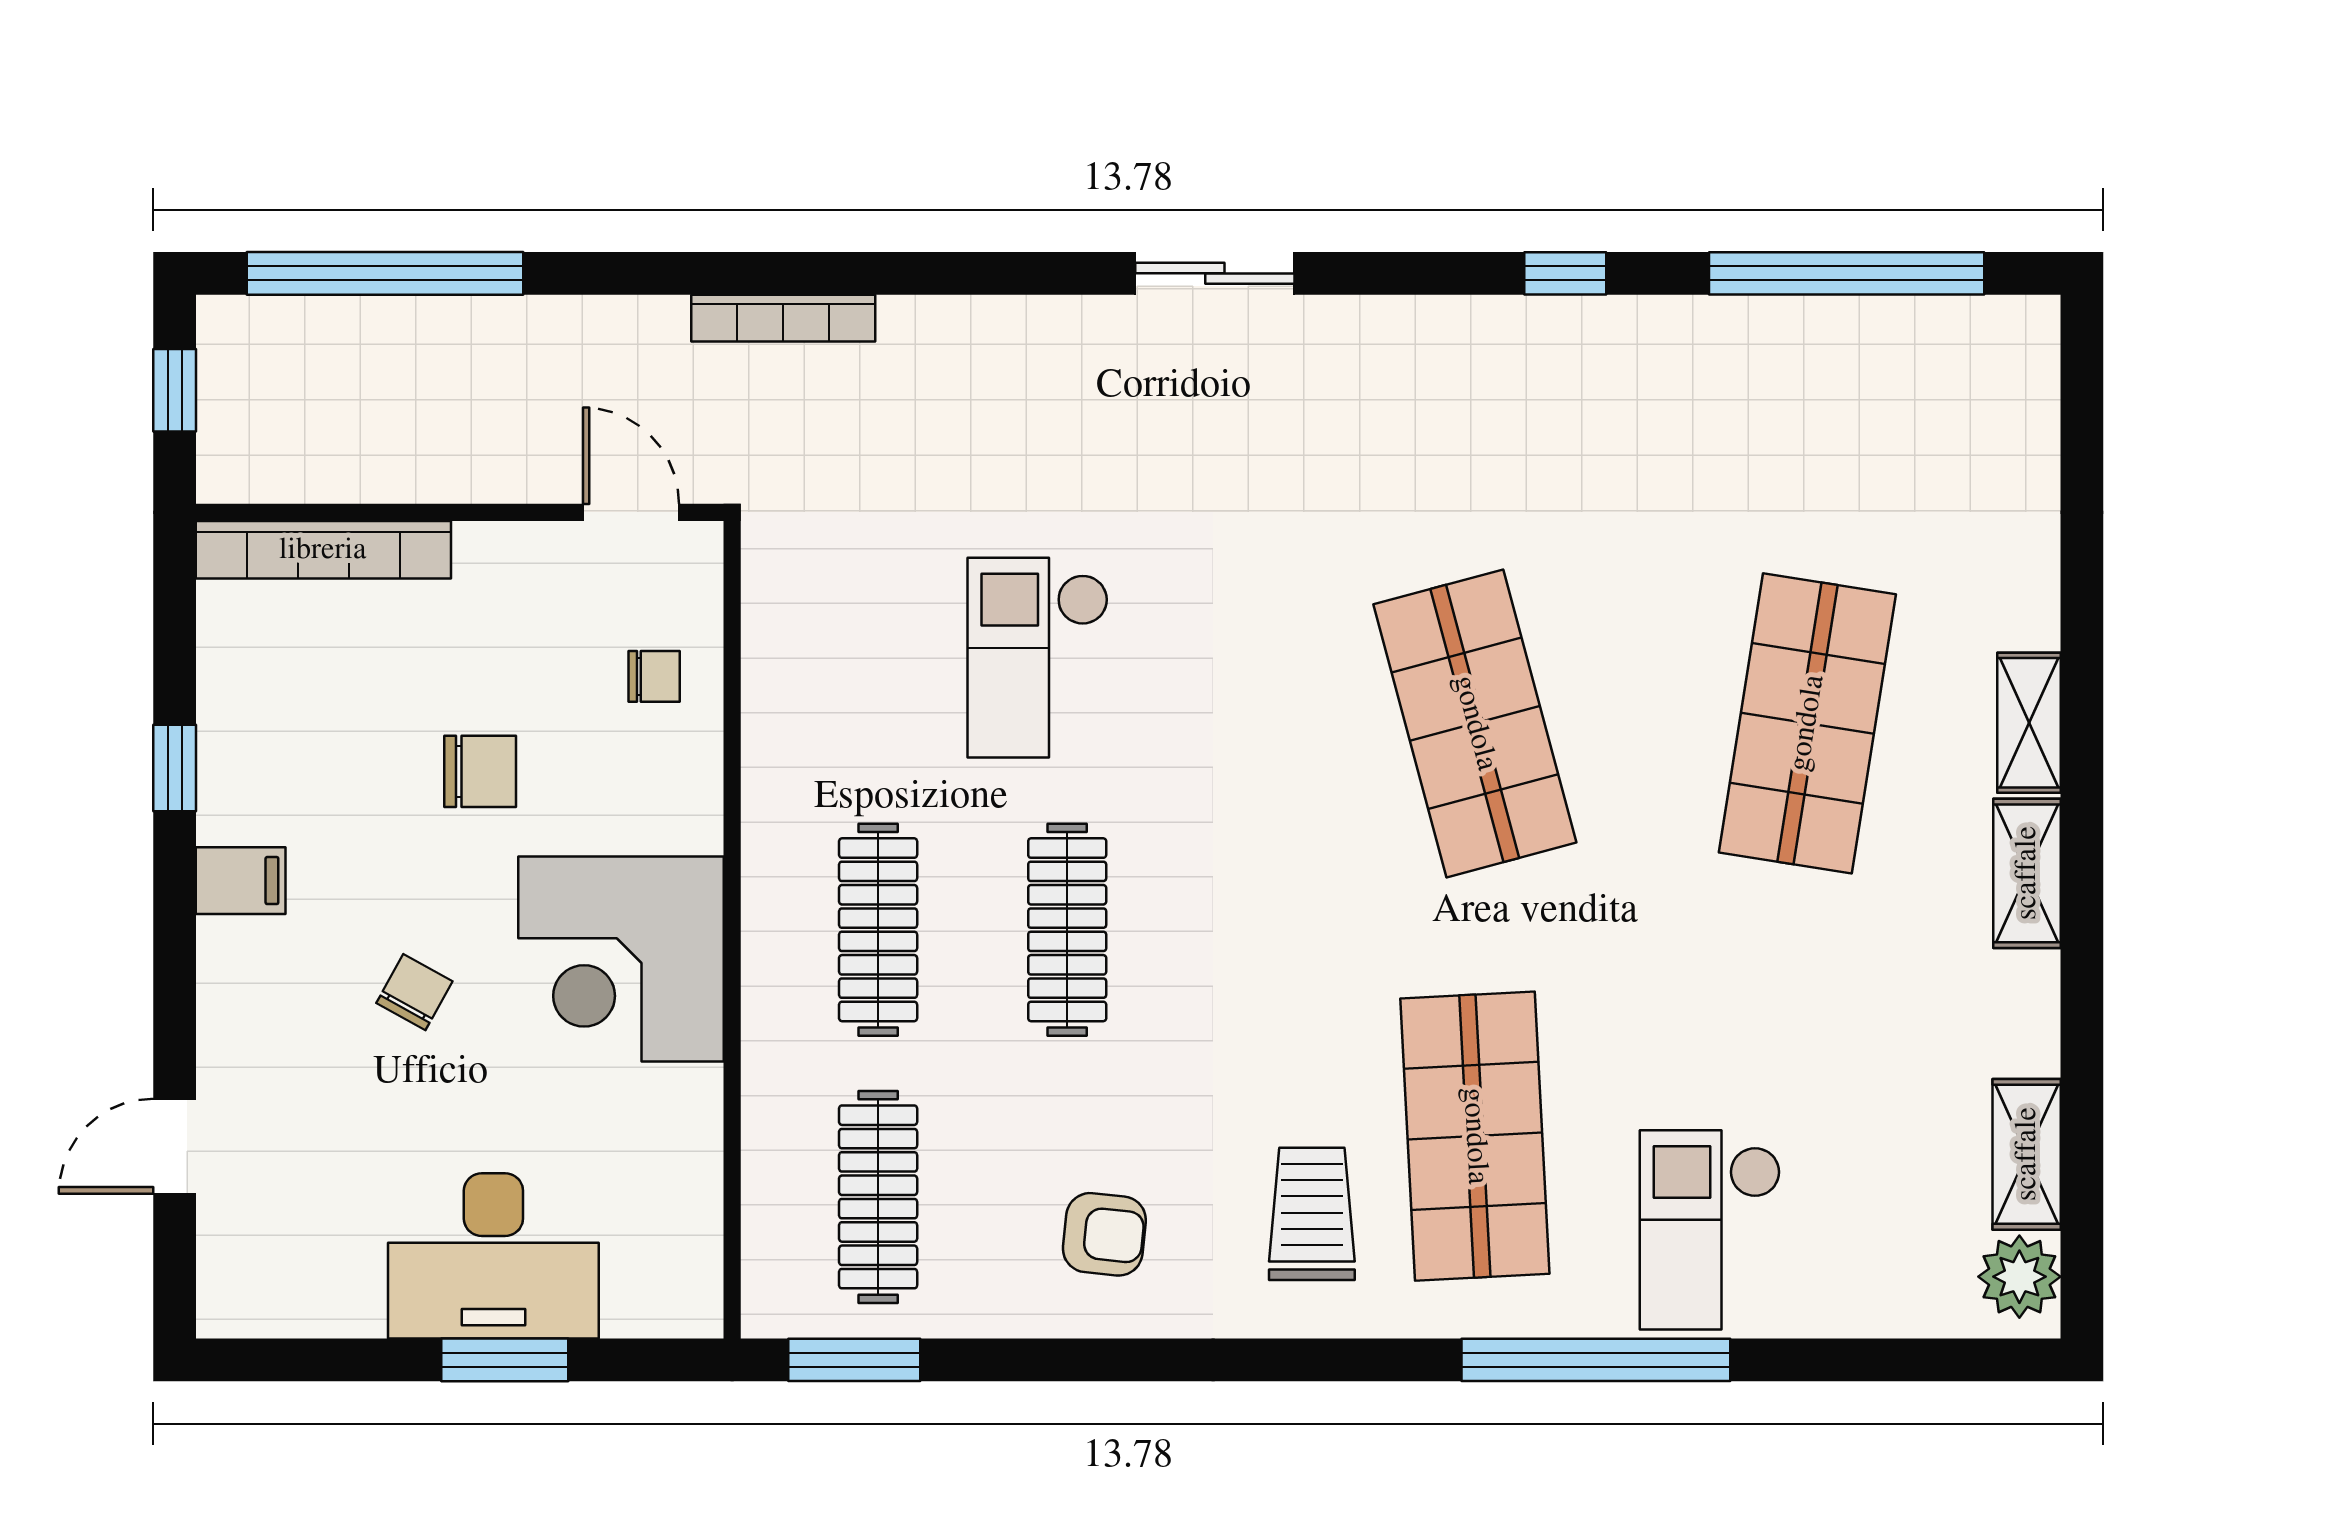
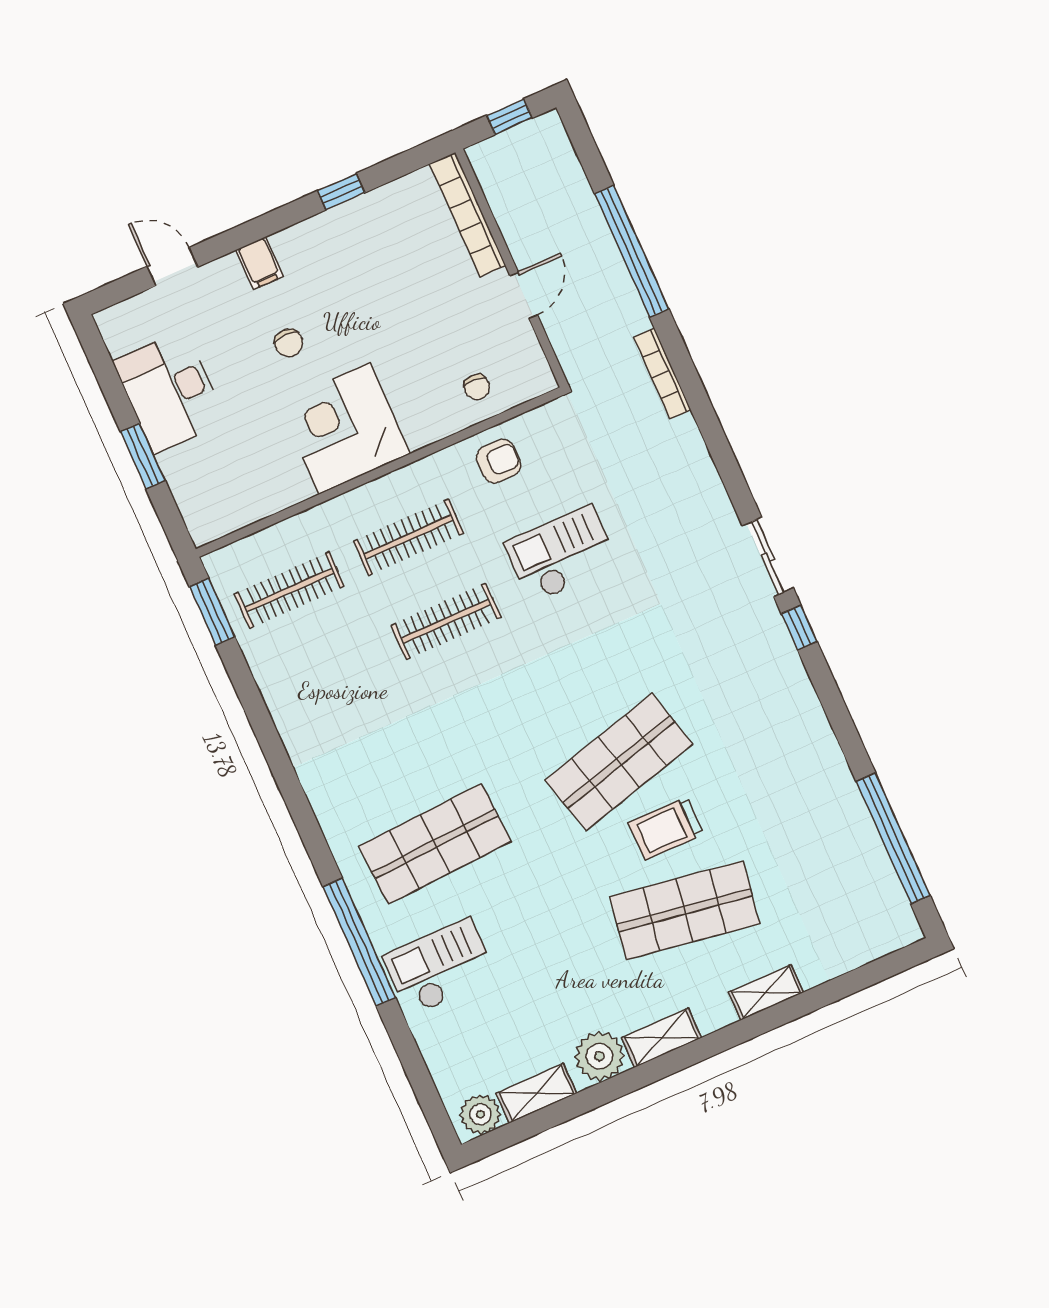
window: (385, 273) -> (632, 251), moved
window: (1565, 273) -> (799, 628), moved
door: (631, 512) -> (524, 295), moved
shelving: (2029, 723) -> (766, 992), moved
chair: (480, 771) -> (400, 328), removed
filing cabinet: (241, 881) -> (260, 263), moved
chair: (414, 992) -> (289, 343), turned 61
plant: (2010, 1005) -> (600, 1056), added
trolley: (1312, 1214) -> (666, 828), moved, turned 180
armchair: (1104, 1234) -> (499, 461), moved, turned -96
desk: (493, 1256) -> (170, 392), moved

